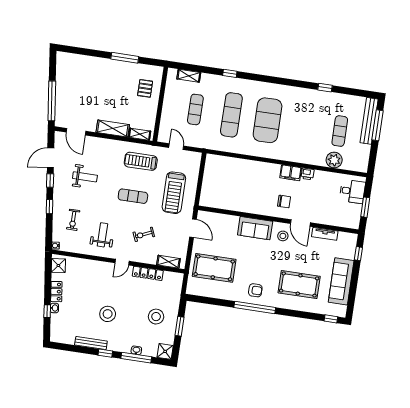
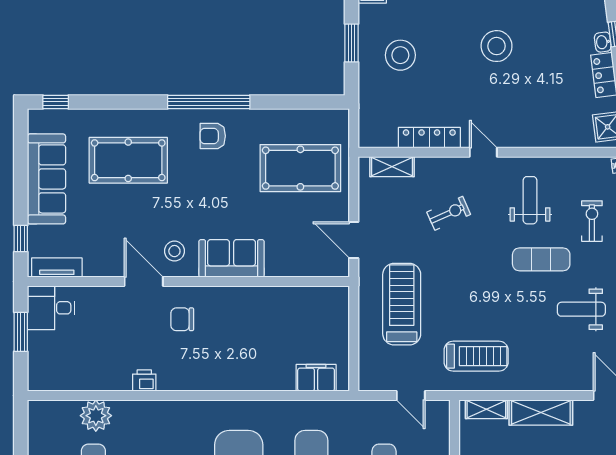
filing cabinet: (291, 173) -> (316, 378), moved
desk: (352, 191) -> (51, 308), moved
exercise mat: (133, 196) -> (541, 259), moved
tv unit: (325, 234) -> (57, 268), moved
weight bench: (102, 235) -> (530, 200), turned 180
door: (122, 262) -> (483, 152), hinge flipped

